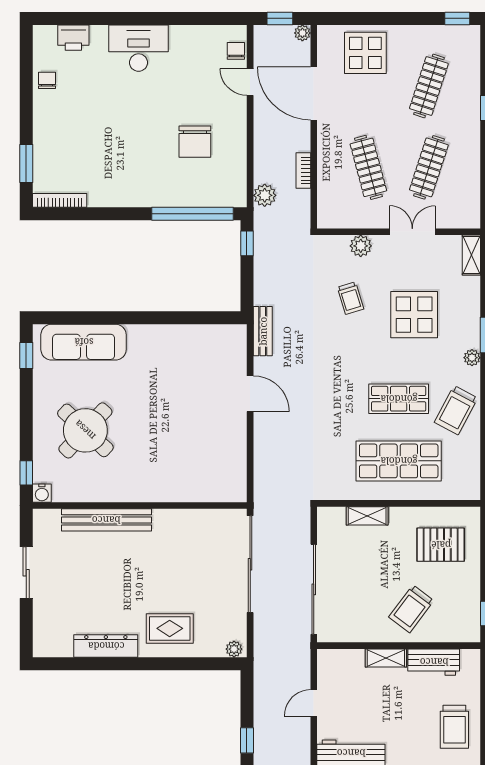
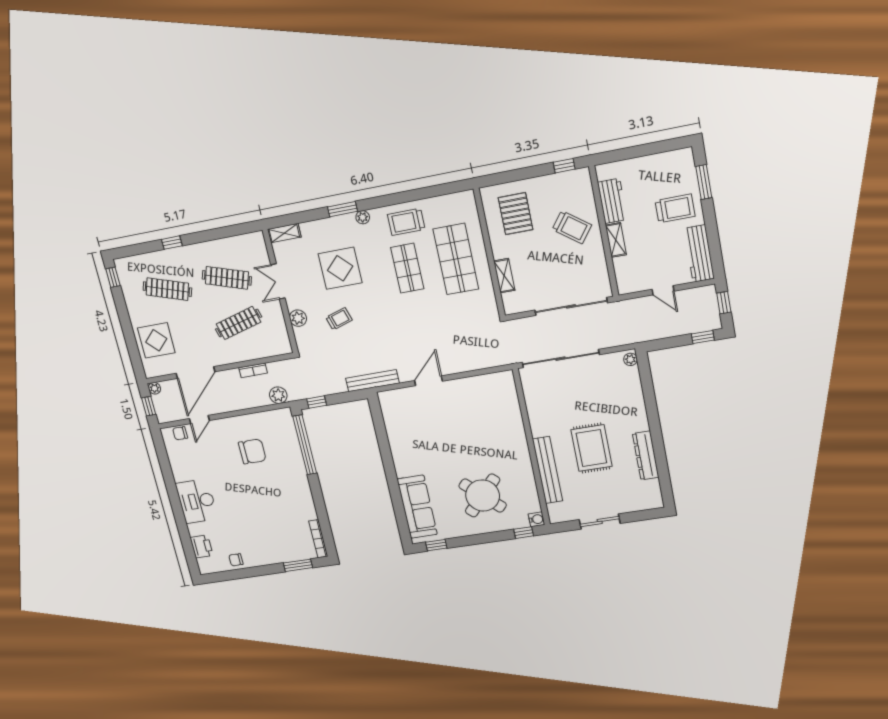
bench: (263, 331) -> (372, 381), width x1.36
trolley: (456, 410) -> (406, 222), turned 152
rug: (170, 628) -> (591, 448), moved, width x1.36, depth x1.43
trolley: (454, 727) -> (675, 209), moved

